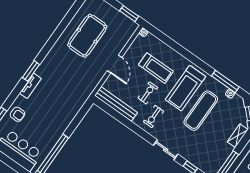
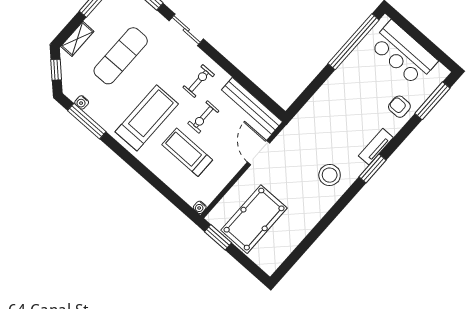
pool table: (87, 36) -> (254, 219), moved
stool: (59, 63) -> (330, 175), added
door: (115, 64) -> (259, 153), moved
exercise mat: (201, 111) -> (121, 56), moved

